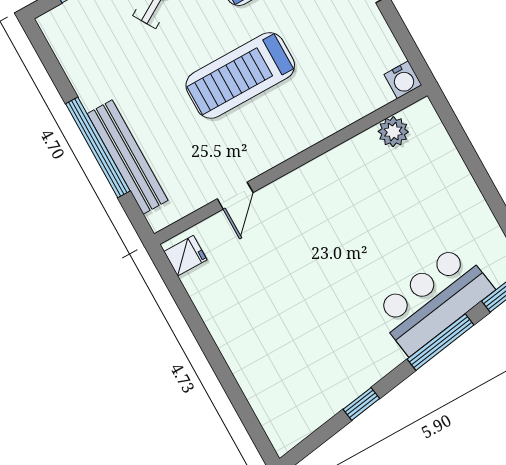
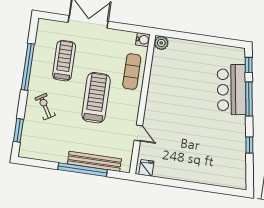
treadmill: (240, 75) -> (96, 98), turned 180
exercise mat: (333, 103) -> (132, 72), added
plant: (393, 132) -> (161, 43), moved

